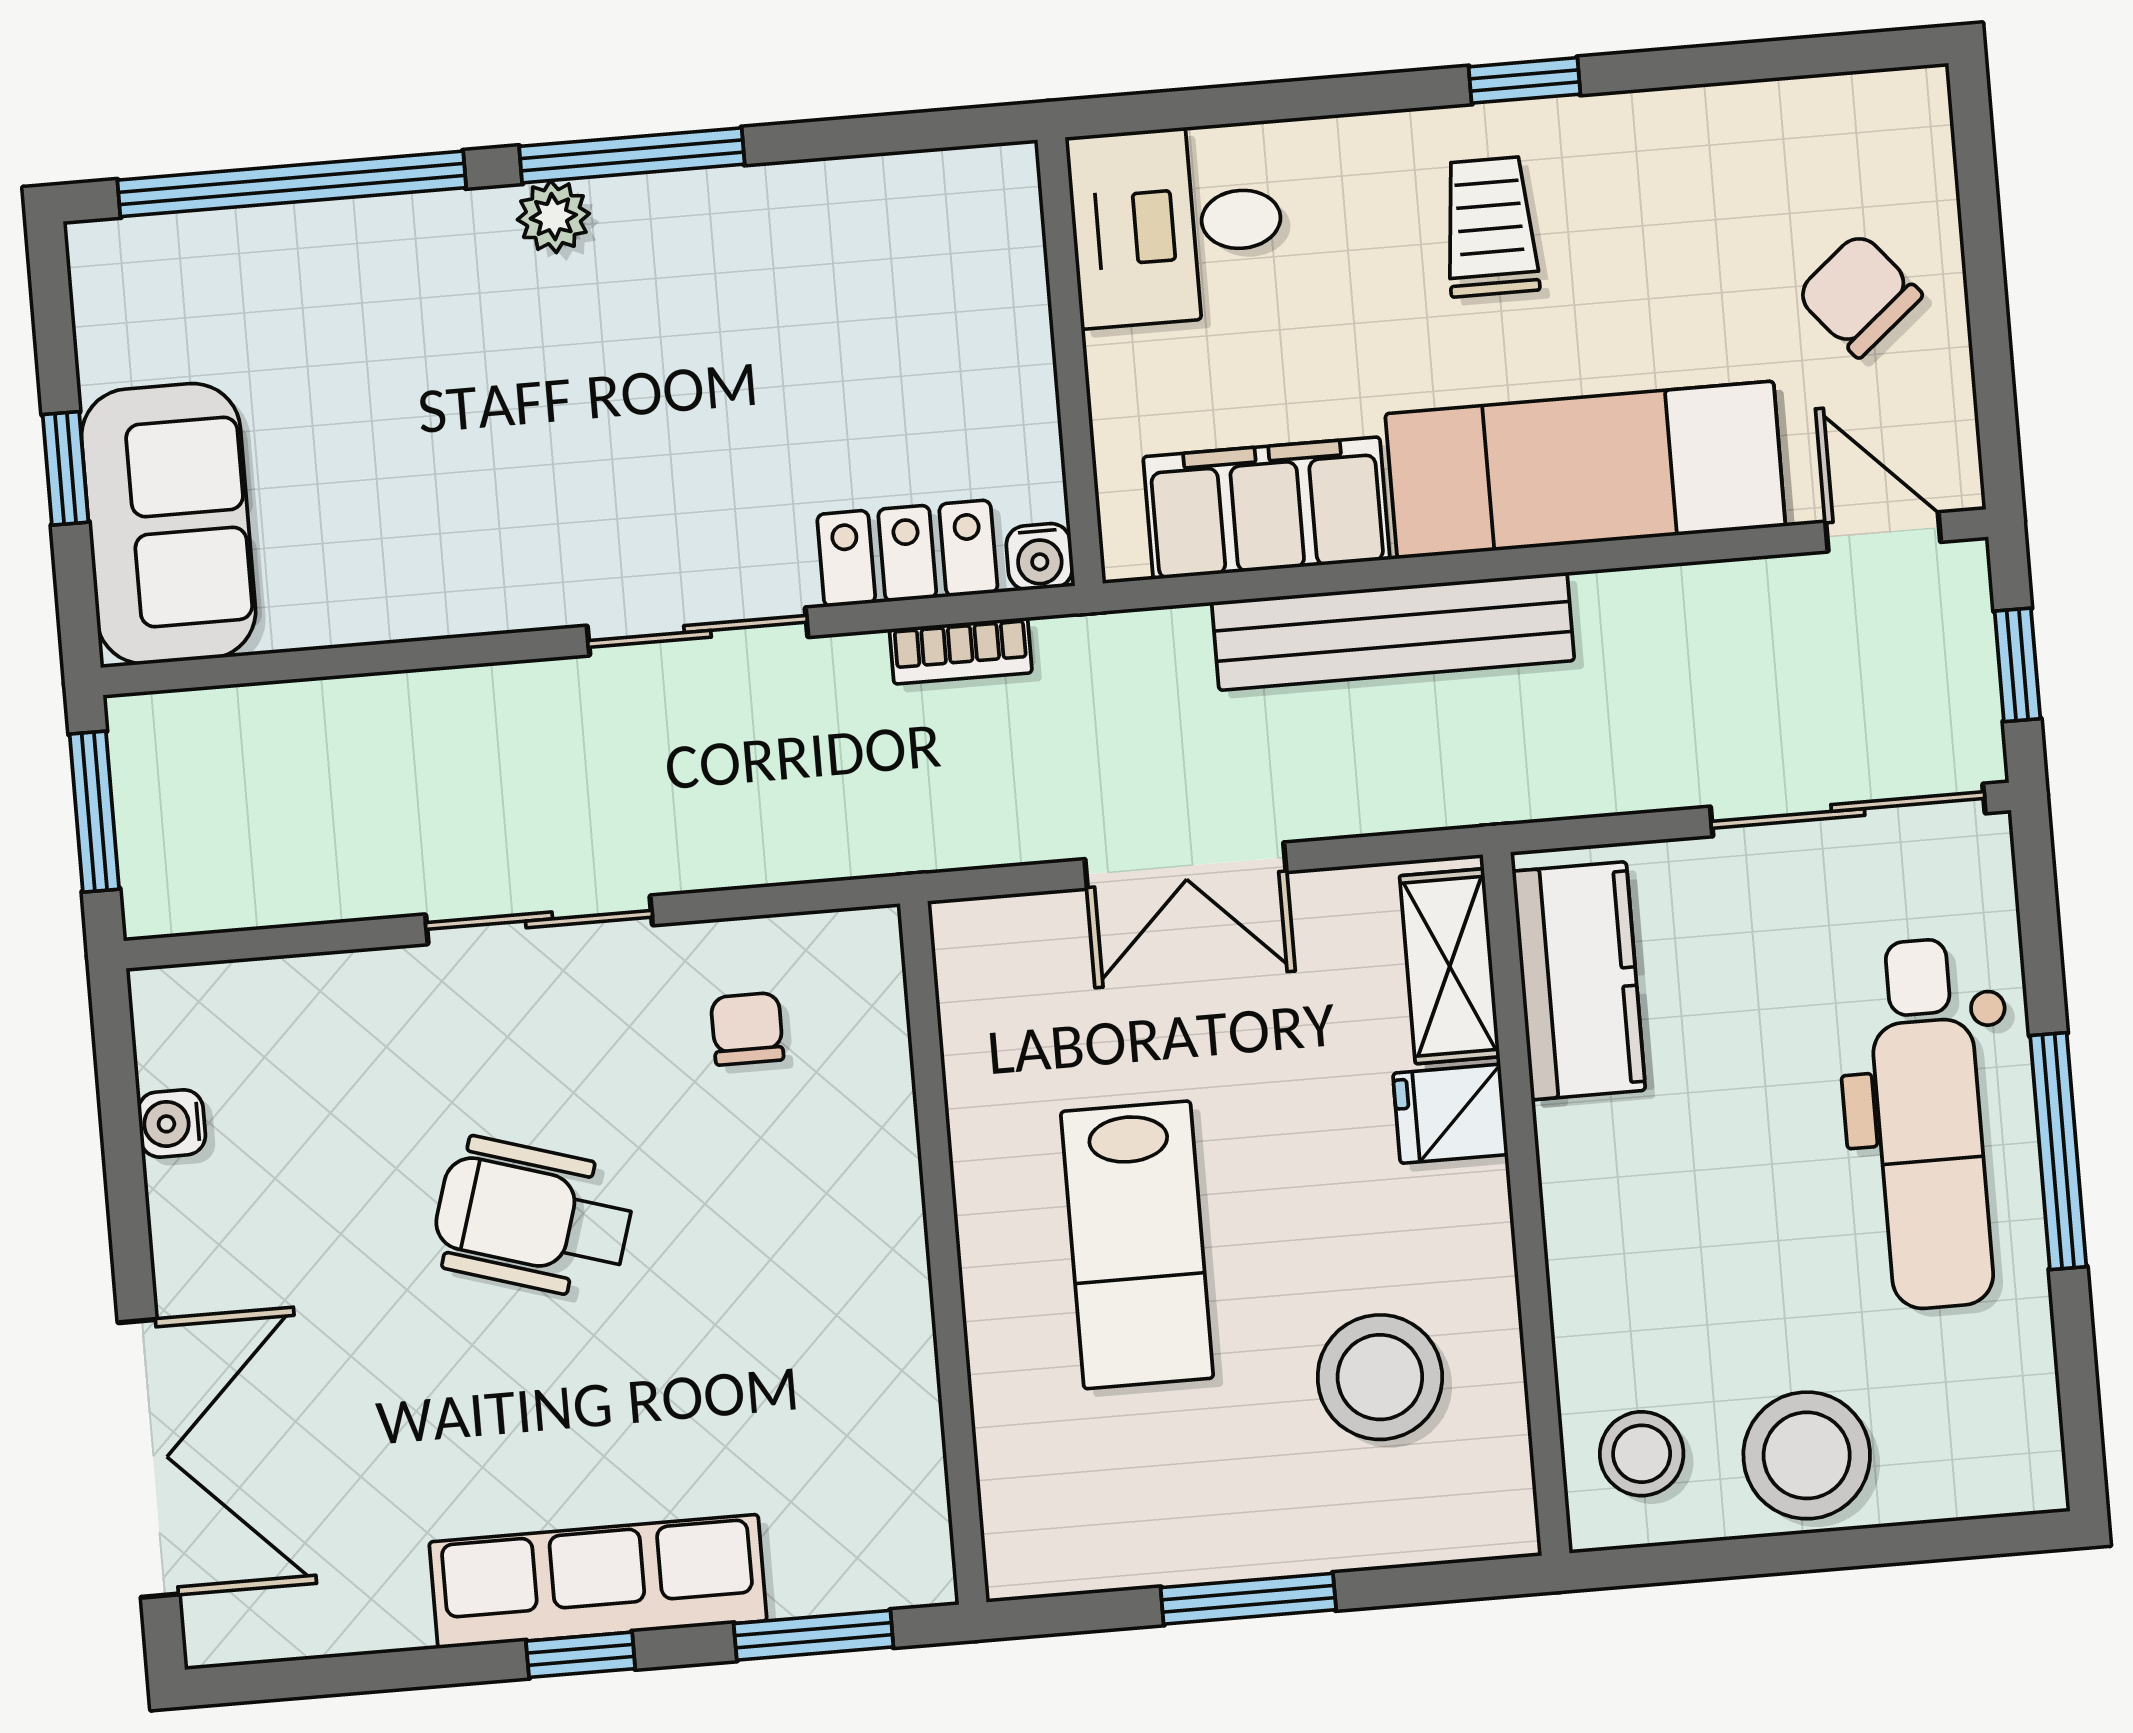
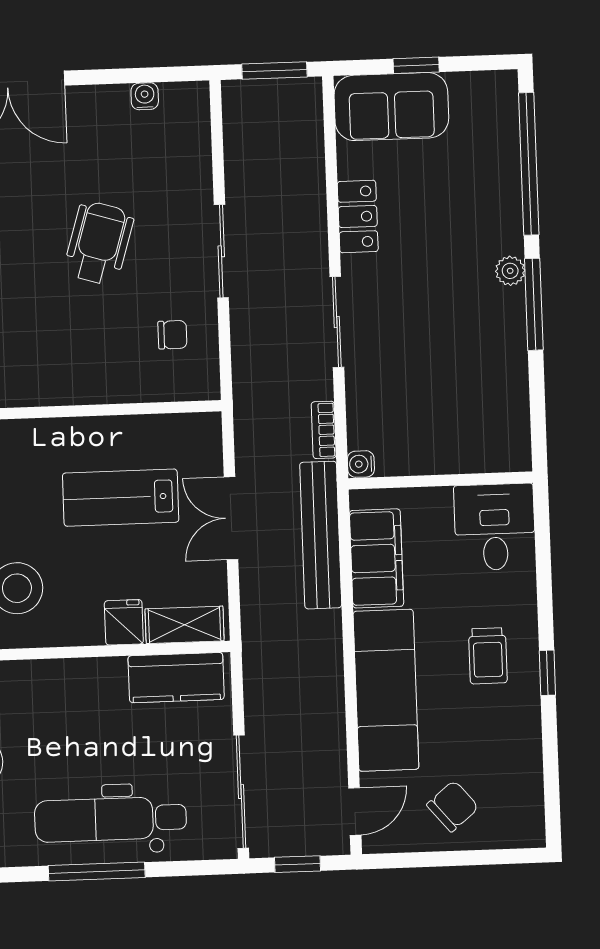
trolley: (1490, 227) -> (488, 656), turned 90
locker: (907, 553) -> (358, 217), moved
bench: (1393, 631) -> (321, 535), moved
lab bench: (1137, 1245) -> (121, 498), moved

